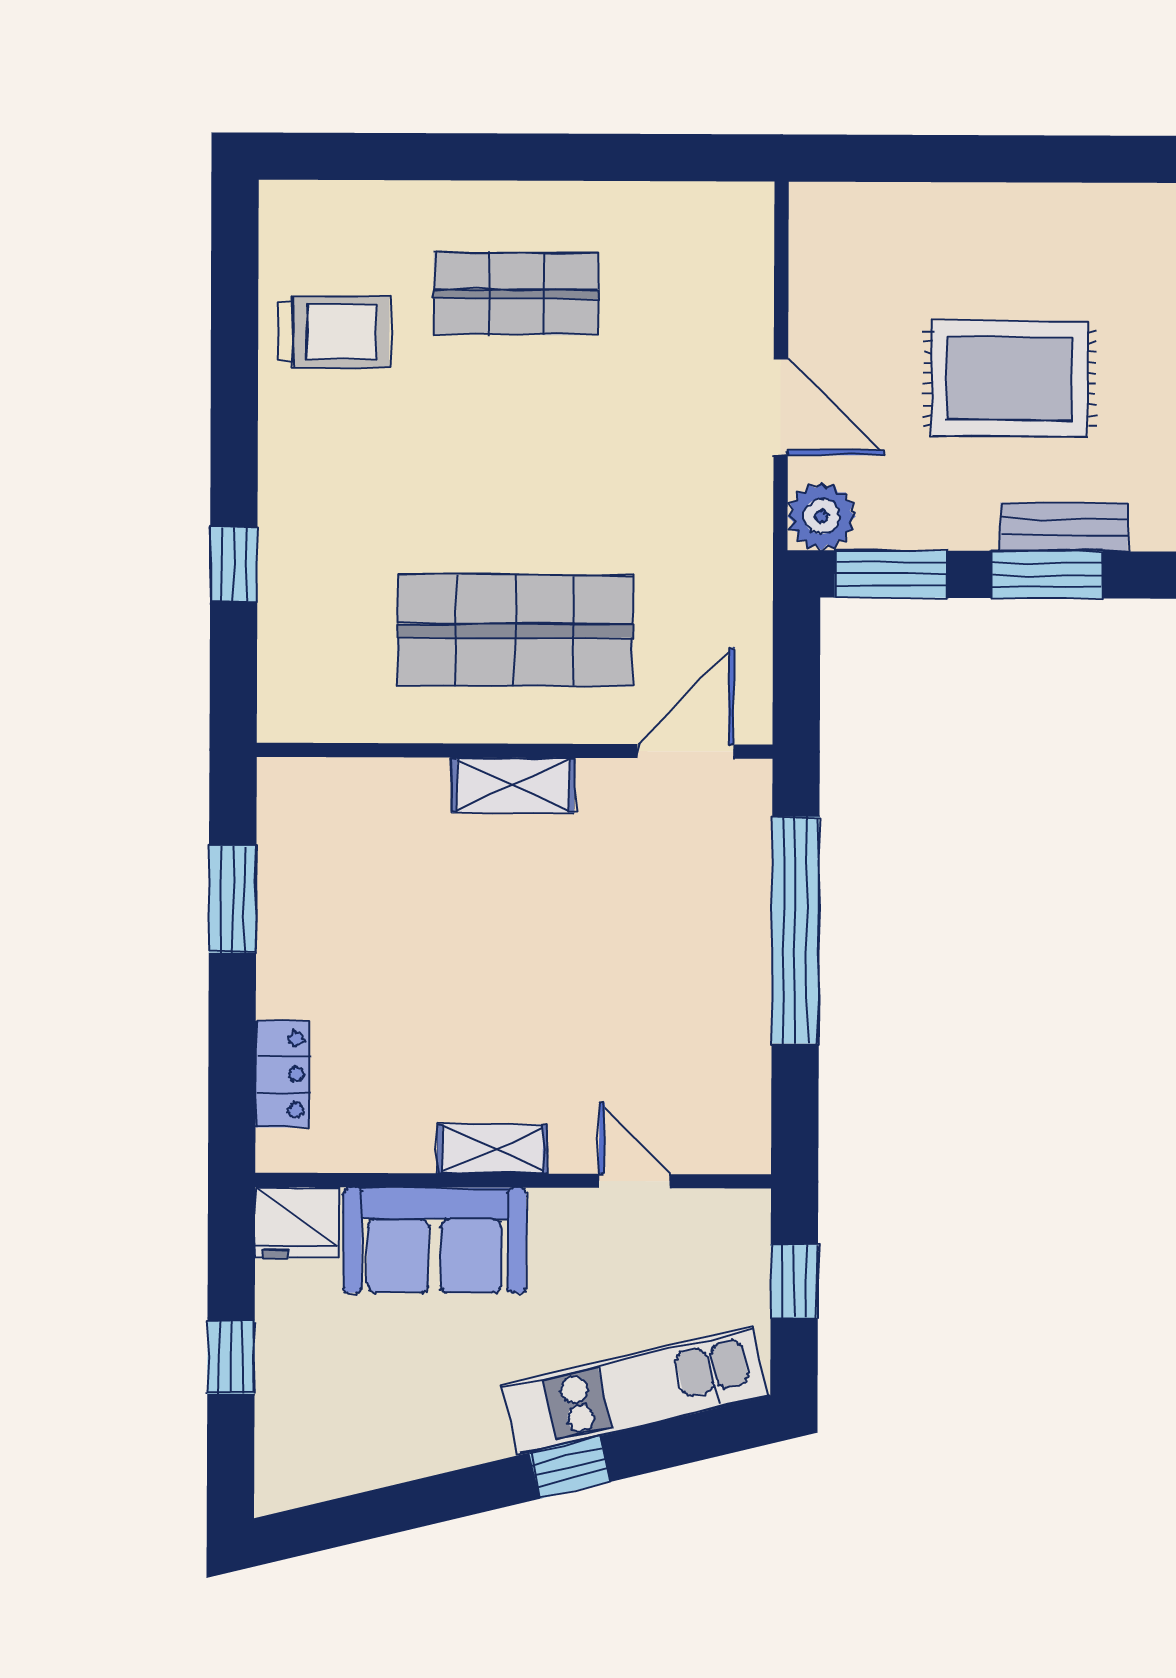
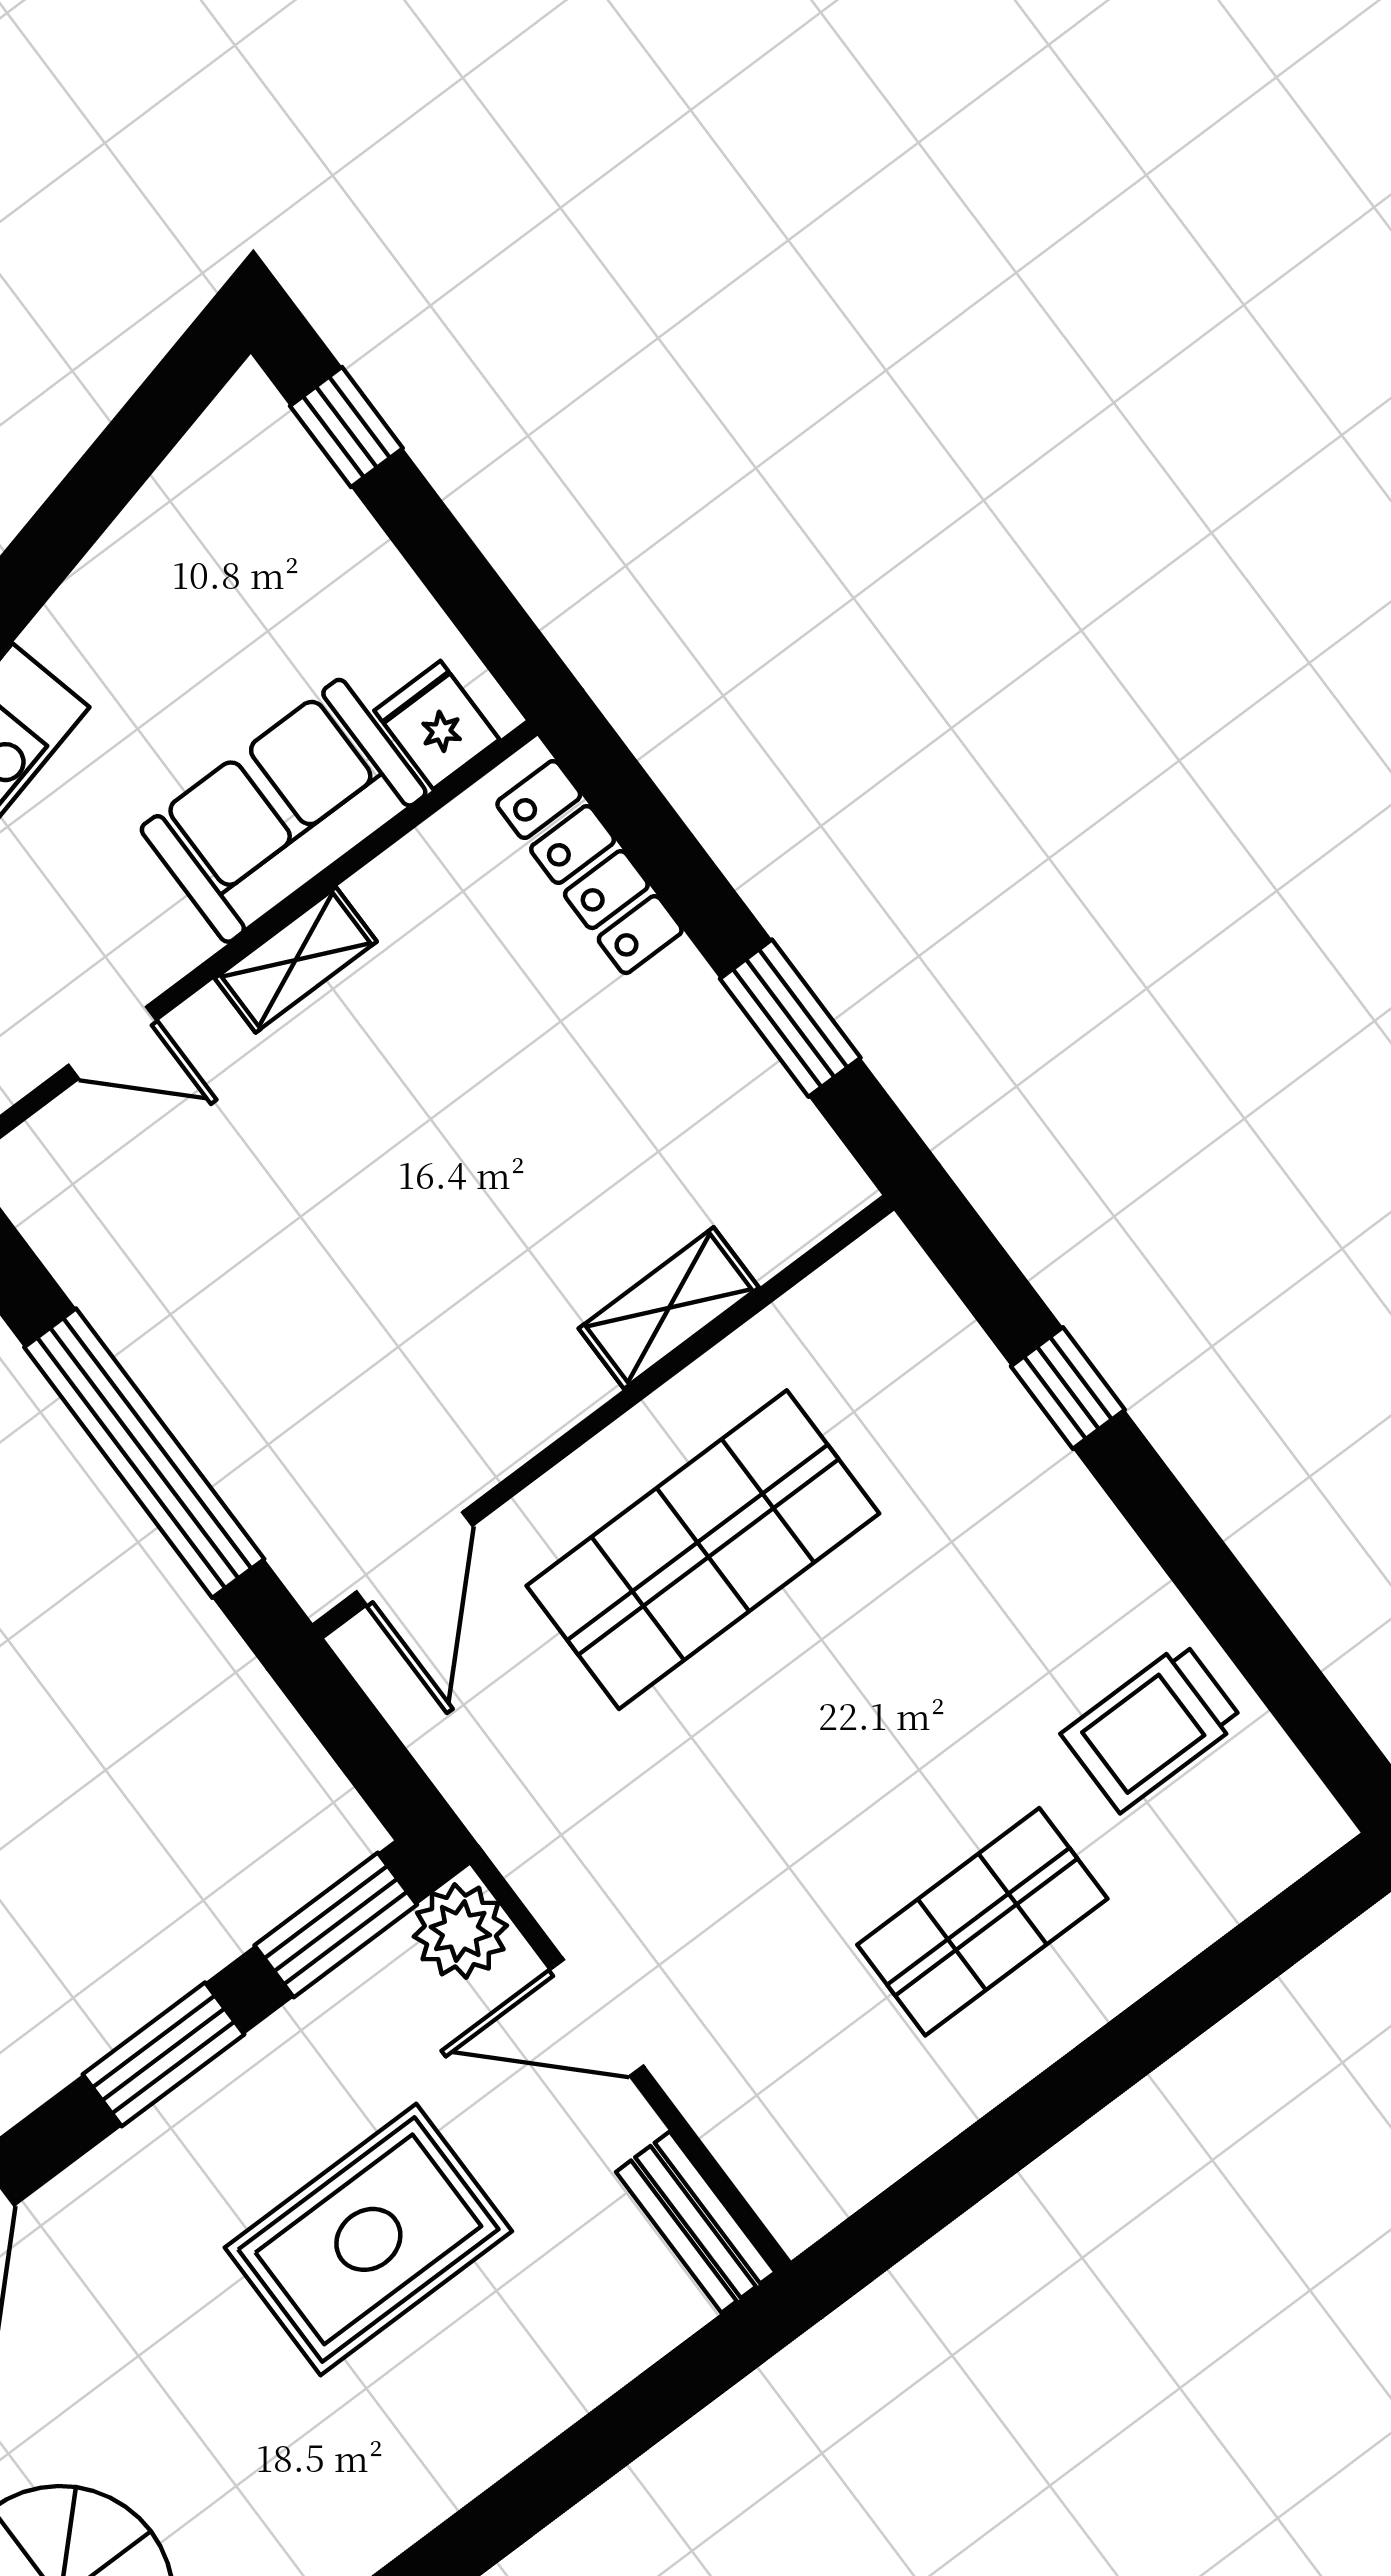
bench: (1064, 527) -> (696, 2222), moved, turned 90
shelving: (513, 785) -> (669, 1308), moved
locker: (282, 1074) -> (589, 867), width x1.53
fridge: (297, 1223) -> (437, 725), width x0.72
window: (231, 1357) -> (346, 427), moved

